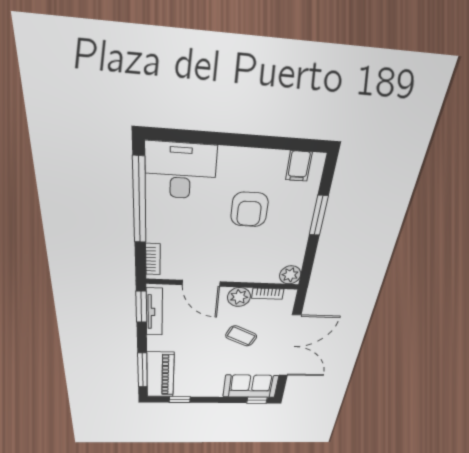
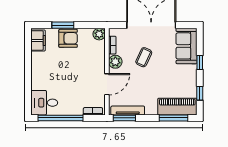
filing cabinet: (299, 166) -> (38, 41), width x2.00
desk: (180, 171) -> (44, 103), width x0.73
armchair: (249, 209) -> (68, 38), moved
window: (257, 400) -> (200, 63), moved

